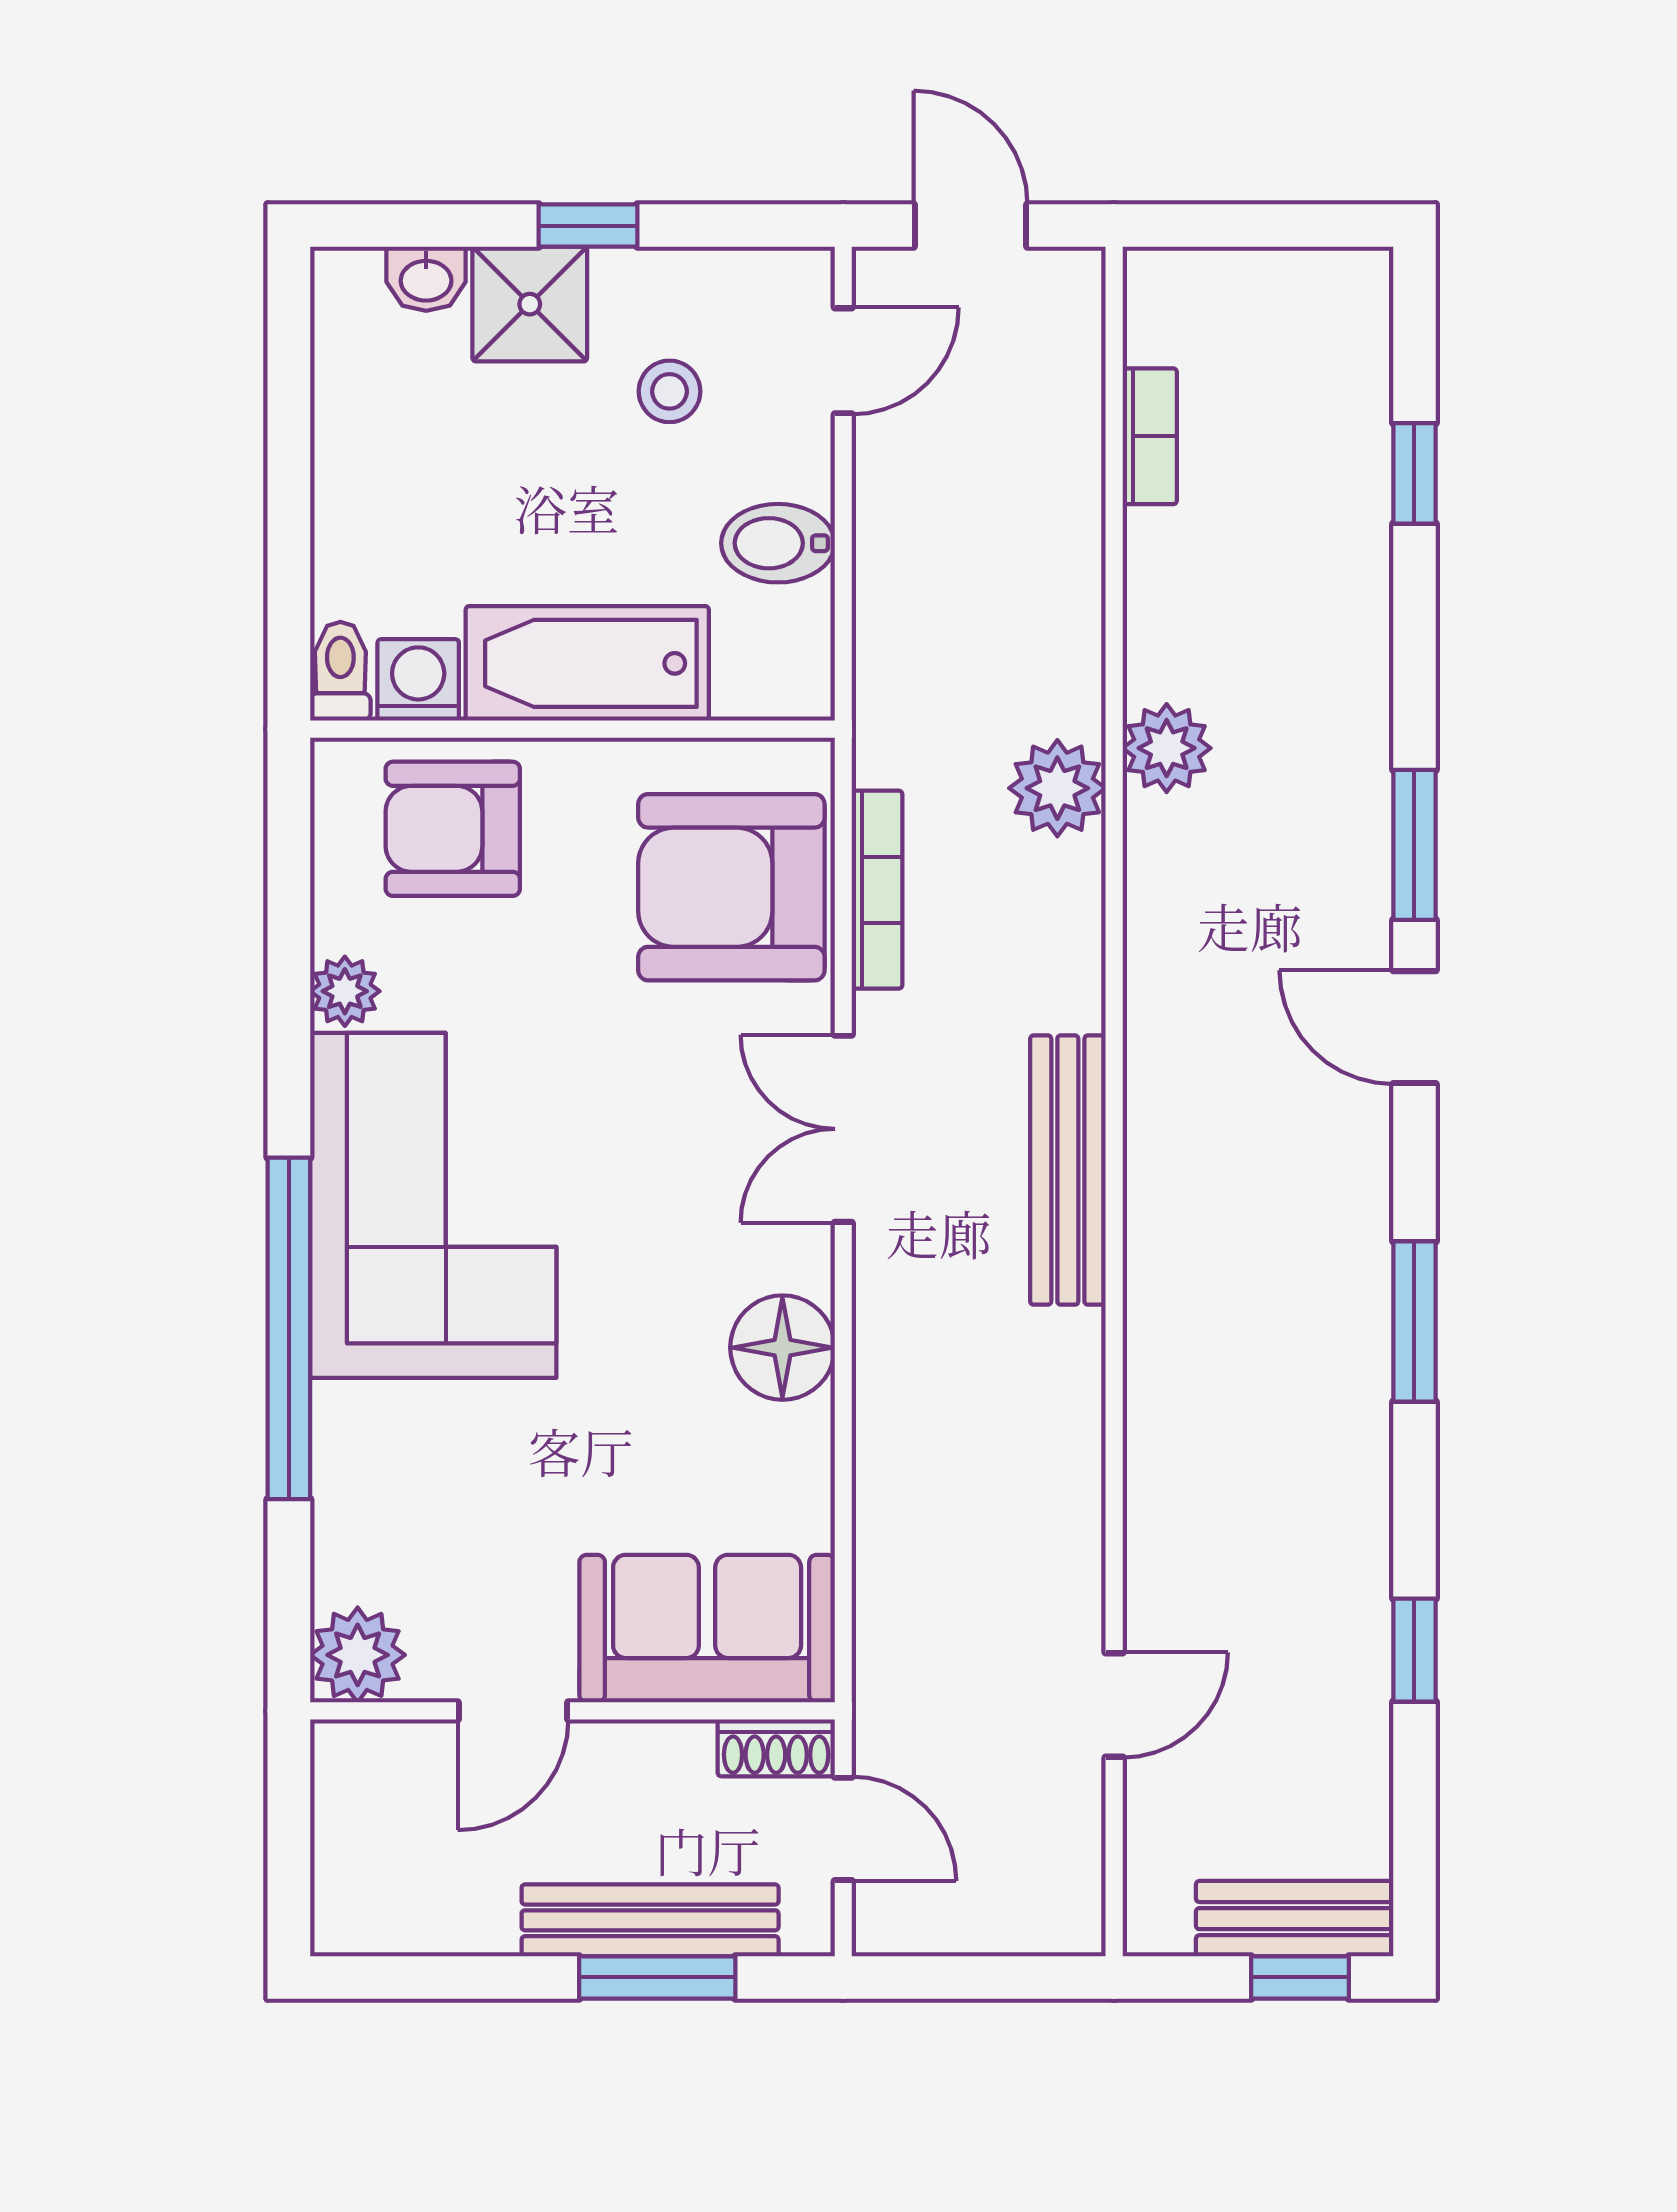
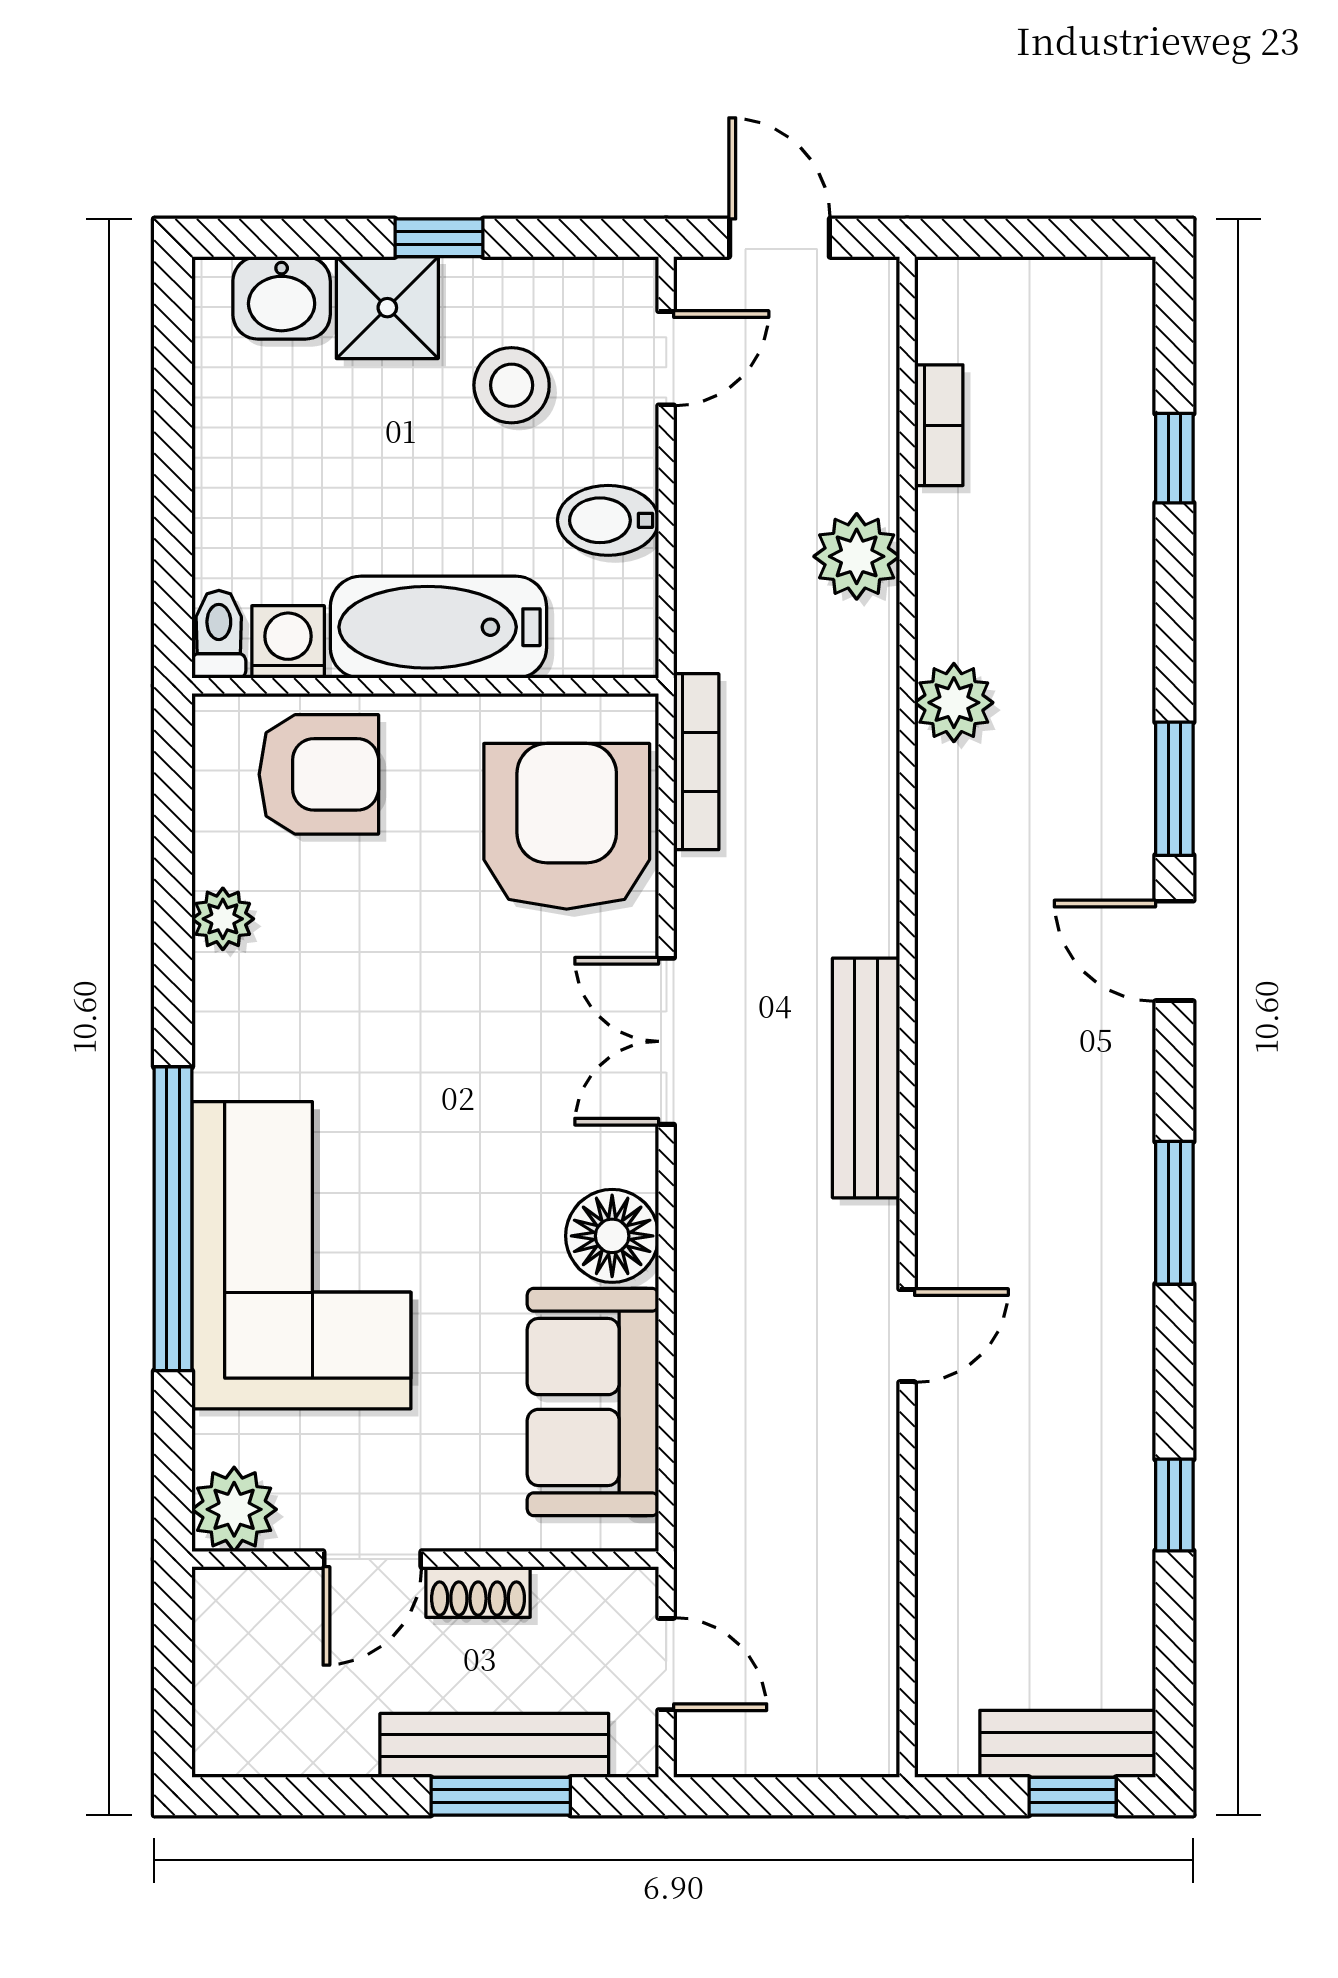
washbasin: (426, 279) -> (282, 298), width x1.38, depth x1.45
stool: (669, 391) -> (512, 385), width x1.37, depth x1.37
plant: (1057, 788) -> (857, 556), moved
armchair: (453, 829) -> (319, 774), turned 180
armchair: (731, 887) -> (567, 826), turned 90
bookcase: (877, 890) -> (696, 762), moved
corner sofa: (433, 1205) -> (301, 1255), moved
sofa: (707, 1629) -> (593, 1402), moved, turned -90
door: (1114, 1705) -> (907, 1336), moved
shoe rack: (776, 1748) -> (478, 1592), moved

